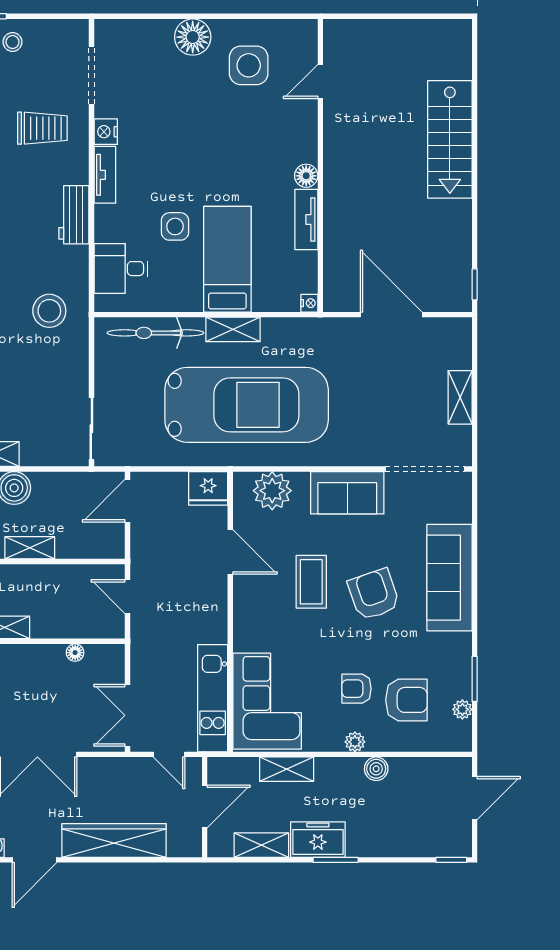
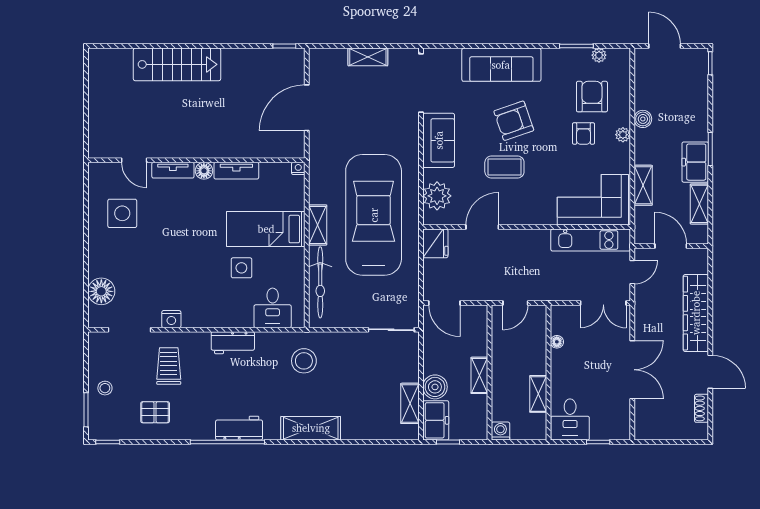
floor lamp: (193, 37) -> (101, 291), moved
tv unit: (105, 175) -> (173, 170), moved, turned 180

